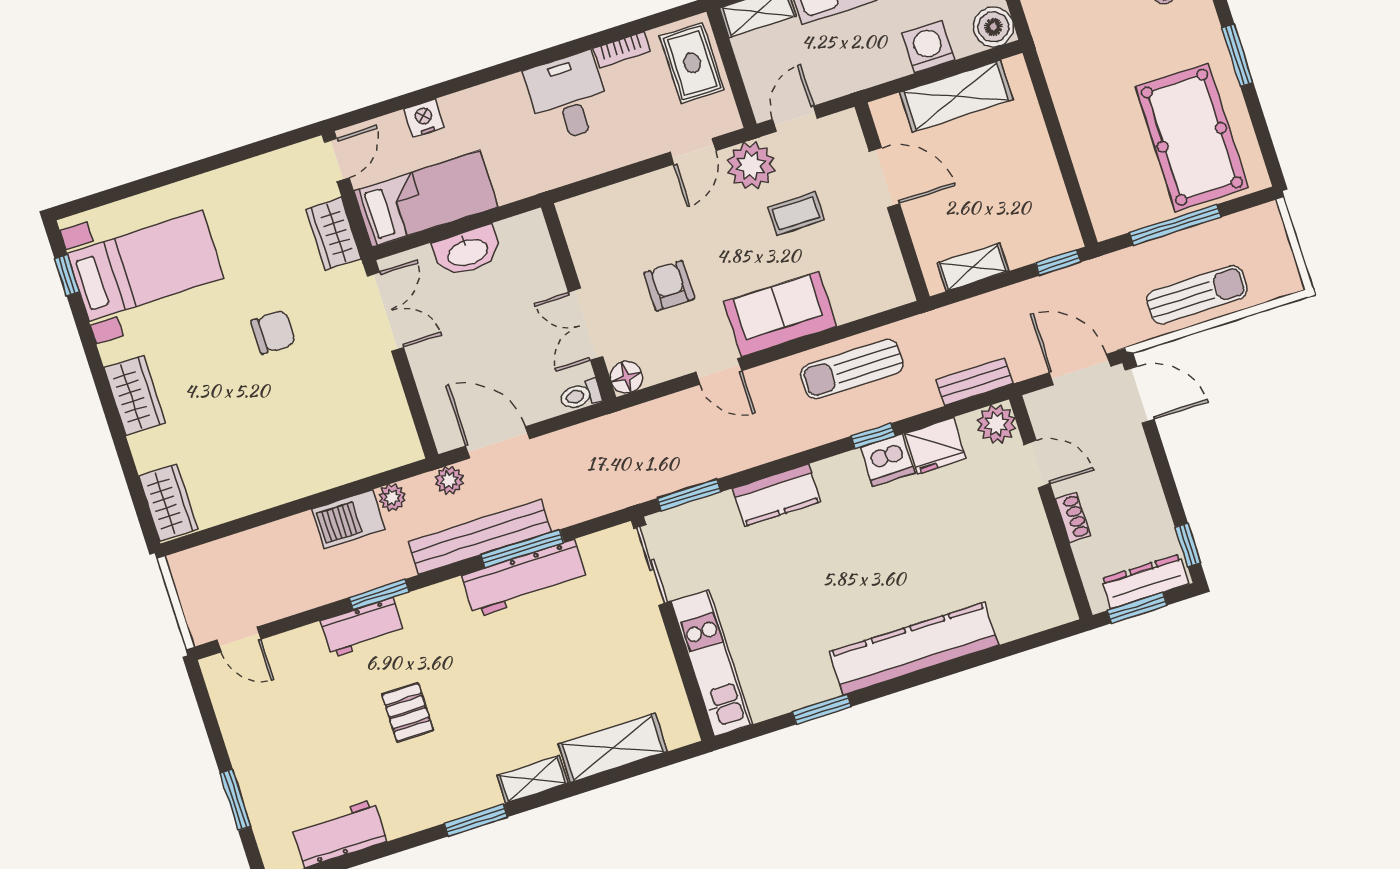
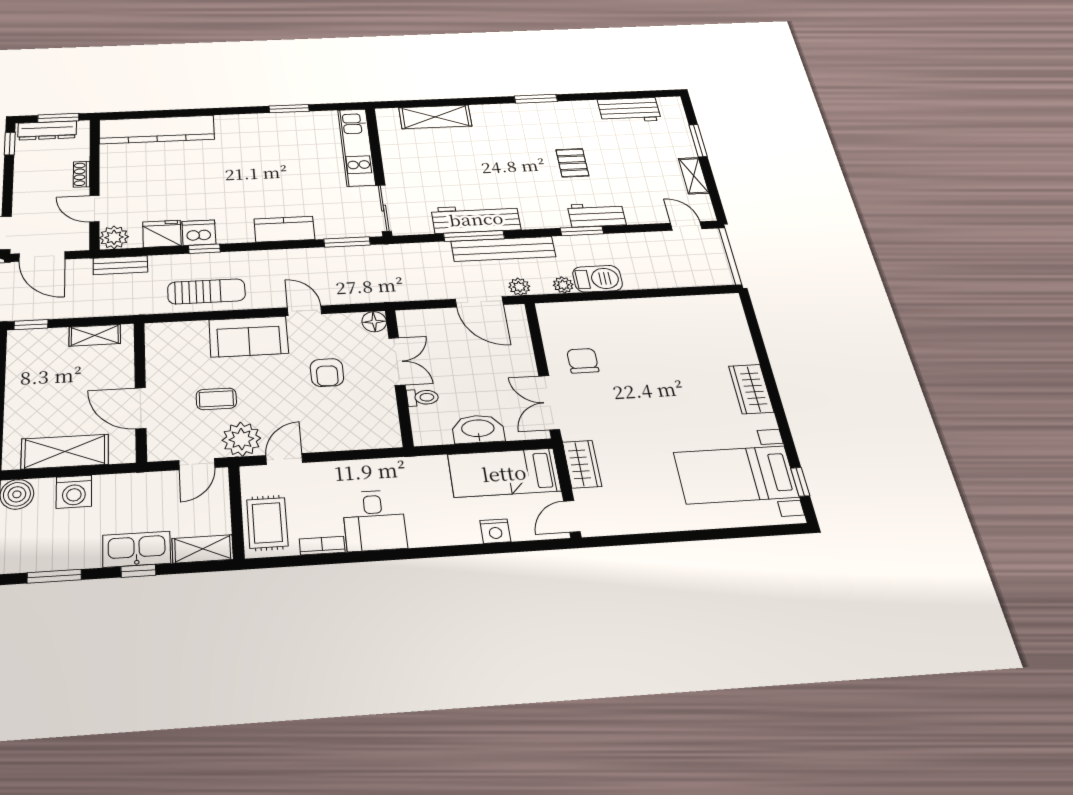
chair: (273, 332) -> (583, 361), moved, turned 90
toilet: (580, 395) -> (423, 397), moved
wardrobe: (168, 503) -> (731, 316), removed
kitchen counter: (914, 649) -> (157, 130), moved
shelving: (533, 779) -> (694, 176), moved, turned 90

